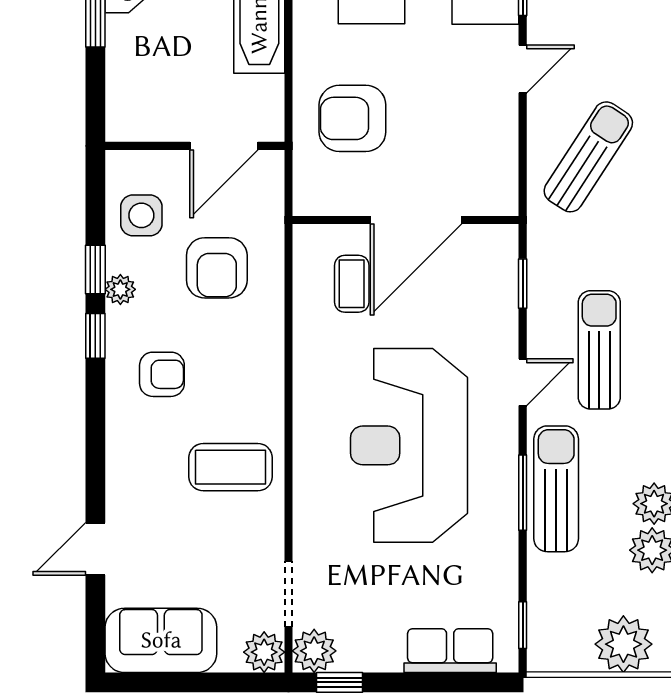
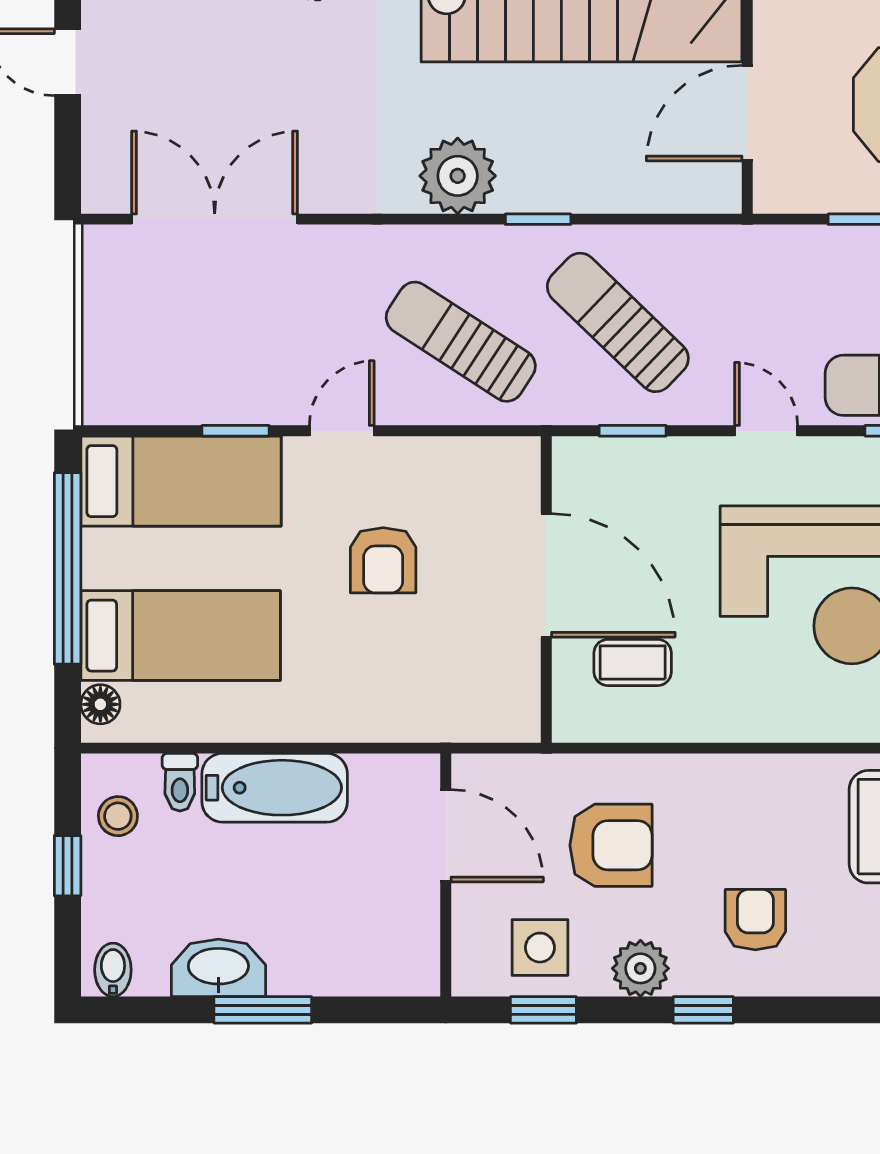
door: (523, 69) -> (342, 431), hinge flipped
armchair: (352, 118) -> (383, 560), moved, width x0.72, depth x0.72
window: (95, 270) -> (543, 1010), moved
plant: (120, 289) -> (640, 968), width x1.38, depth x1.38
sun lounger: (599, 350) -> (618, 322), moved, turned 44

